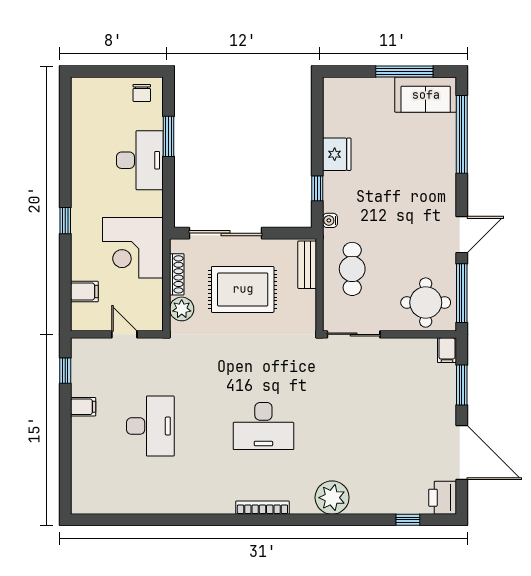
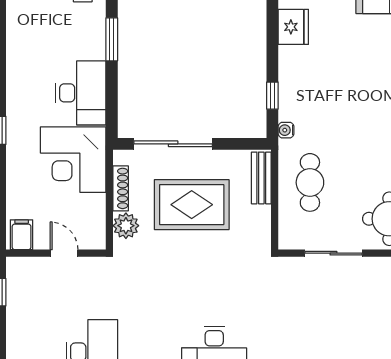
fridge: (337, 154) -> (293, 27), moved
desk: (140, 160) -> (81, 93), moved
filing cabinet: (84, 291) -> (22, 235), moved, turned -90
sliding door: (354, 334) -> (334, 253), moved
filing cabinet: (83, 407) -> (19, 331), removed

